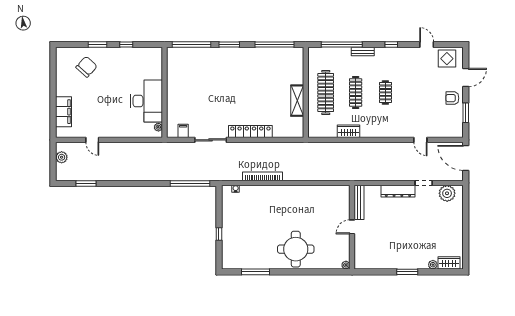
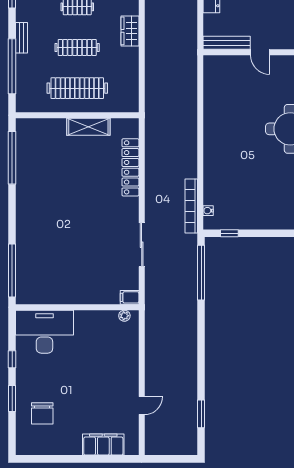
window: (229, 45) -> (12, 219), removed
chair: (86, 67) -> (42, 413), turned -132
desk: (147, 101) -> (44, 332), moved
filing cabinet: (183, 131) -> (130, 297), moved
wardrobe: (349, 131) -> (130, 31), moved
locker: (250, 132) -> (130, 167), moved
plant: (62, 157) -> (165, 447), removed
bookcase: (263, 176) -> (191, 206), moved
window: (219, 234) -> (229, 233), moved

